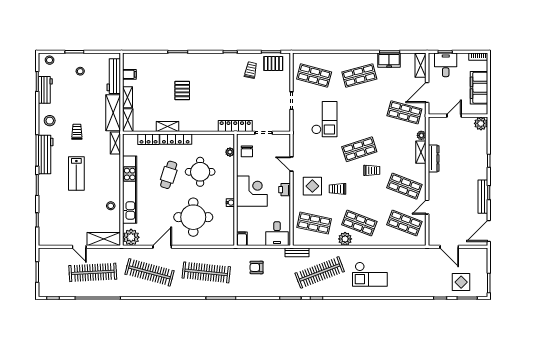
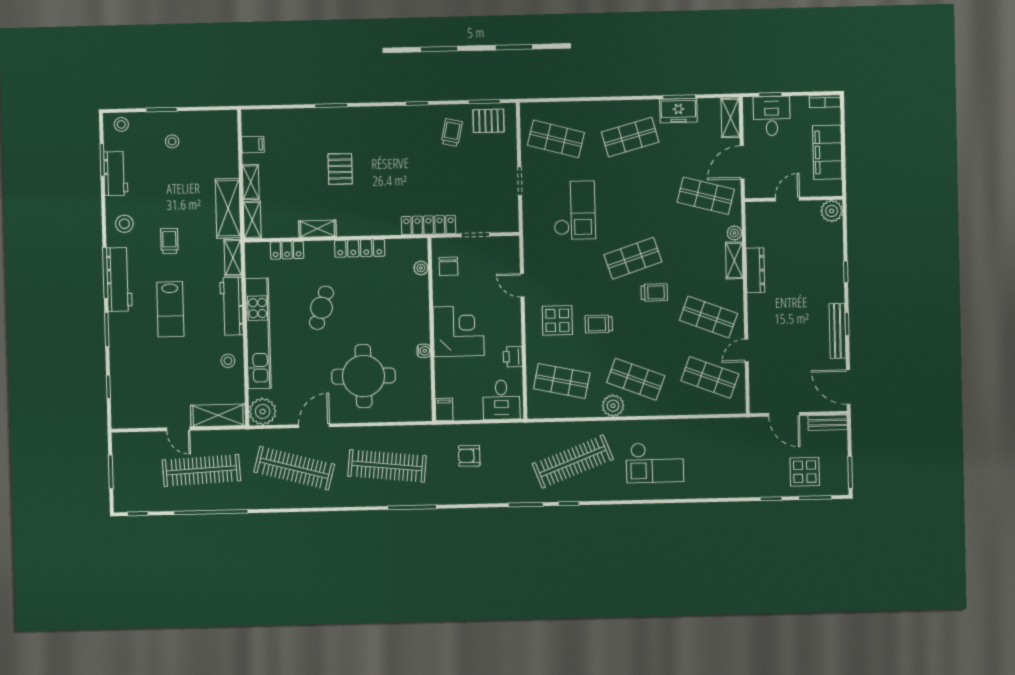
workbench: (114, 76) -> (232, 306), moved
locker: (176, 139) -> (360, 248), moved
round table: (200, 172) -> (373, 302), removed
printer: (285, 190) -> (513, 357), moved
door: (489, 231) -> (848, 387), hinge flipped
bench: (297, 252) -> (828, 423), moved

